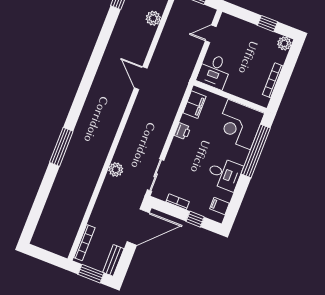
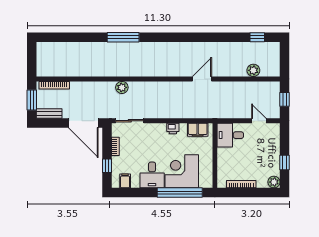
corner desk: (239, 124) -> (182, 171), moved

